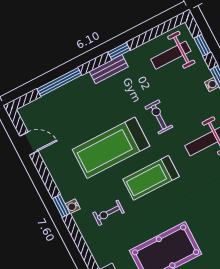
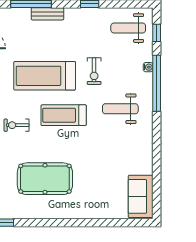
bench: (109, 69) -> (47, 14), moved
exercise bike: (159, 117) -> (94, 71), turned 180

